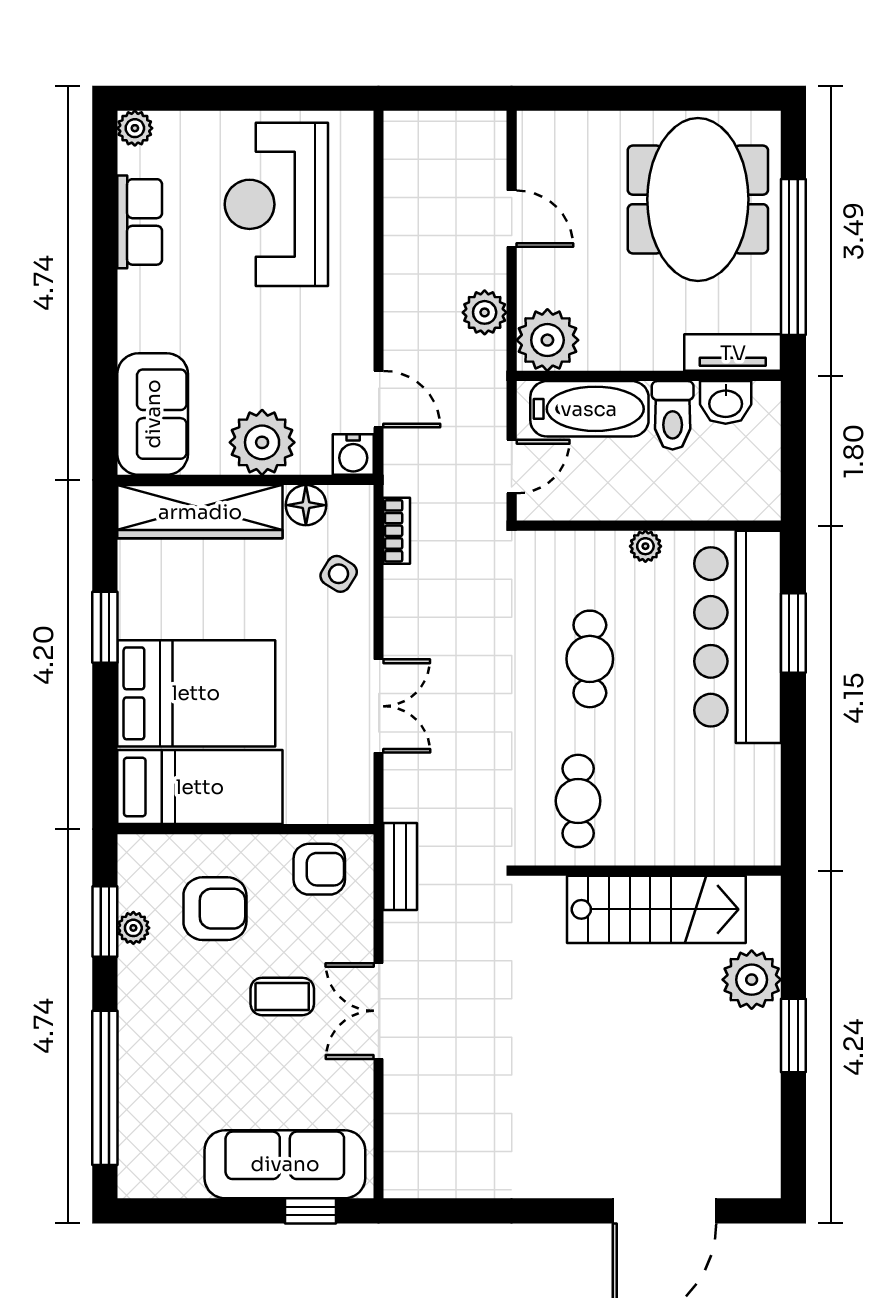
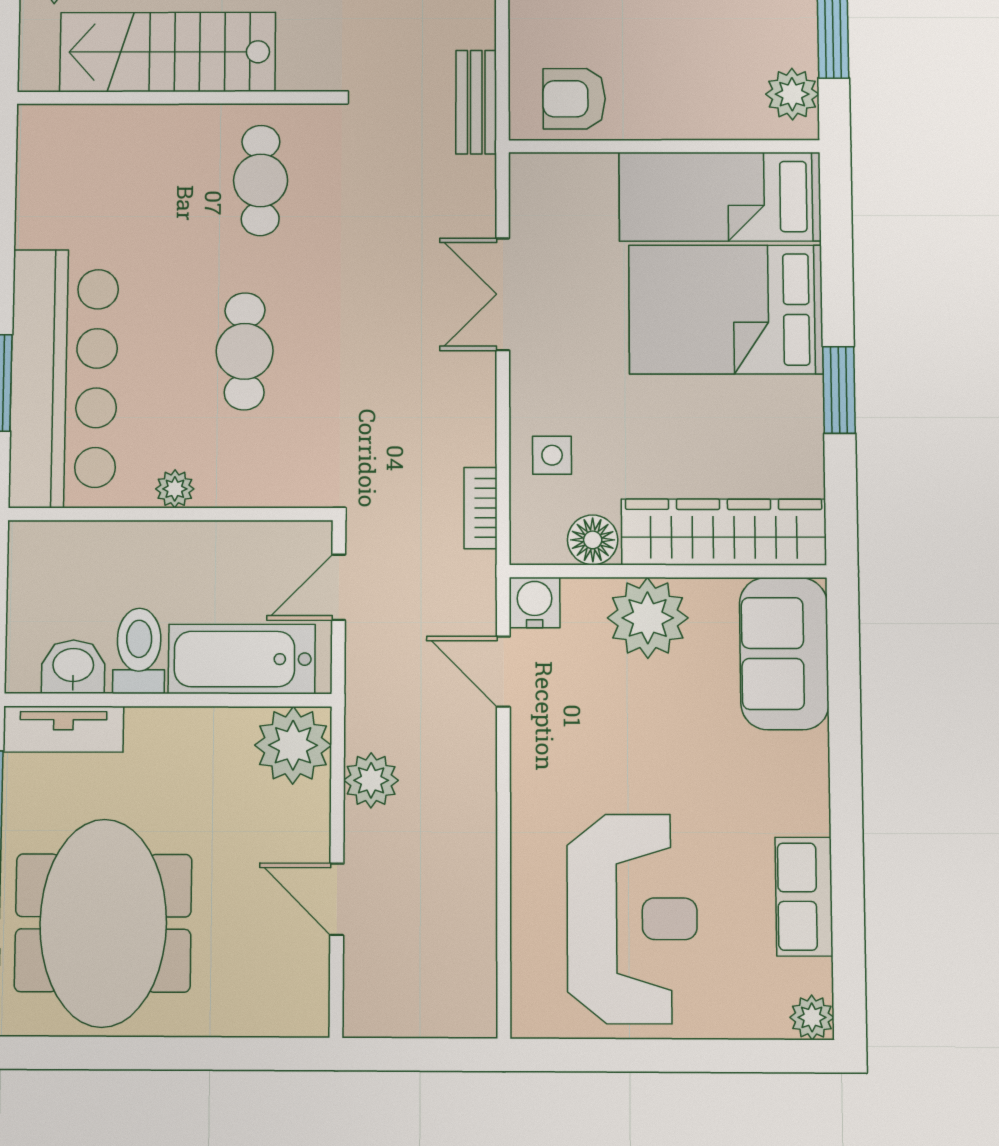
side table: (339, 574) -> (552, 455), turned -32
armchair: (215, 909) -> (700, 52), removed
plant: (133, 928) -> (792, 94), moved, width x1.38, depth x1.38

